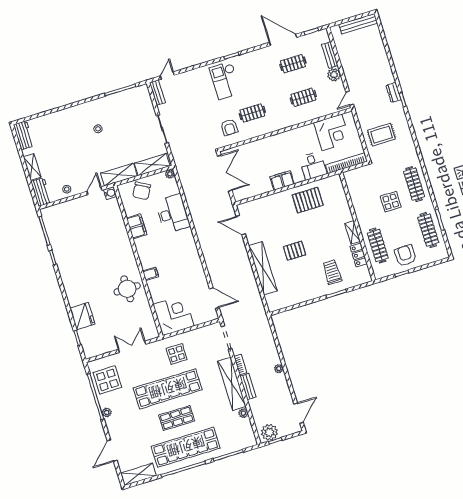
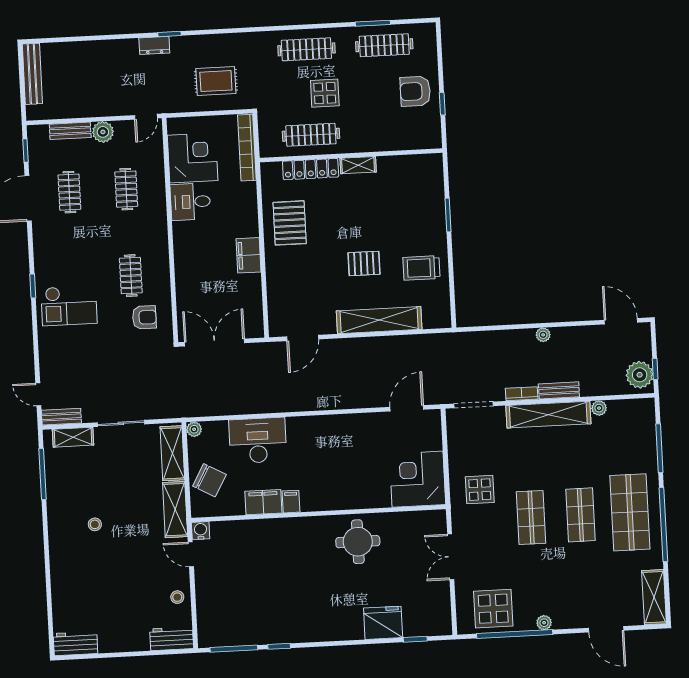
door: (350, 98) -> (146, 117), hinge flipped
rug: (381, 135) -> (216, 81), turned 90
desk: (313, 166) -> (190, 202), moved, turned 180
shelving: (32, 167) -> (73, 437), moved
clothes rail: (378, 246) -> (311, 135), moved
pallet: (295, 251) -> (364, 263), turned 90
locker: (359, 255) -> (311, 169), moved, width x1.53
trolley: (332, 272) -> (421, 268), moved
filing cabinet: (151, 274) -> (291, 502), moved
shop shelf: (168, 389) -> (531, 517), width x0.50, depth x0.74
shop shelf: (186, 447) -> (630, 512), width x0.71

